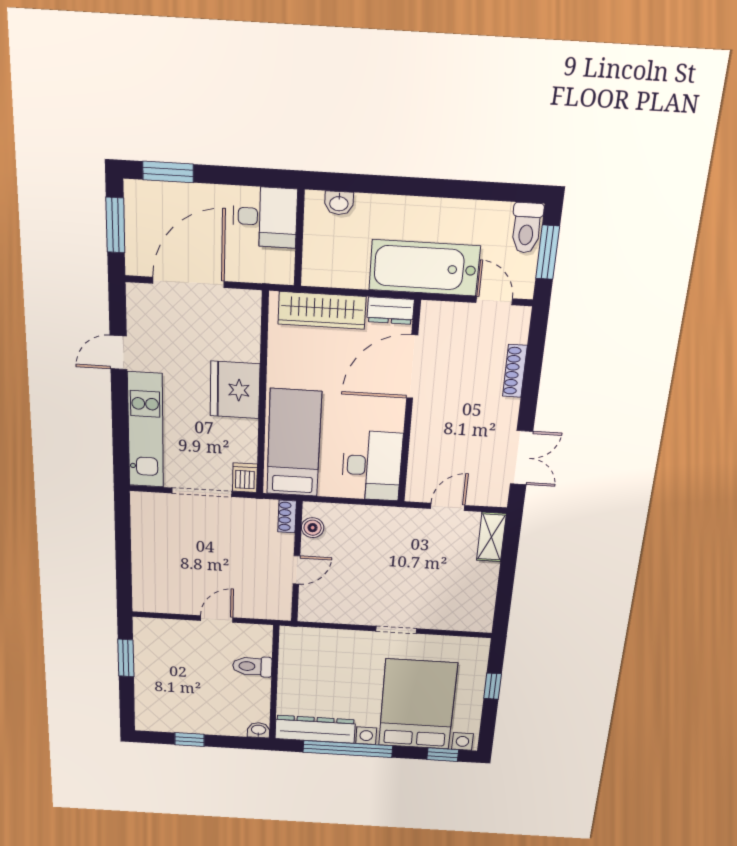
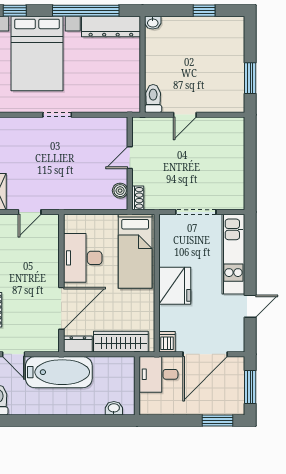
desk: (265, 217) -> (158, 374), moved
desk: (372, 466) -> (83, 258), moved
dishwasher: (245, 478) -> (167, 342), moved, turned 180
toilet: (252, 666) -> (153, 99), moved, turned -90

